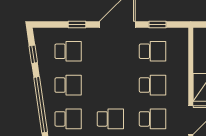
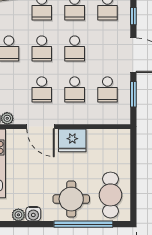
window: (157, 25) -> (133, 94), width x1.50
school desk: (110, 85) -> (75, 48), added

